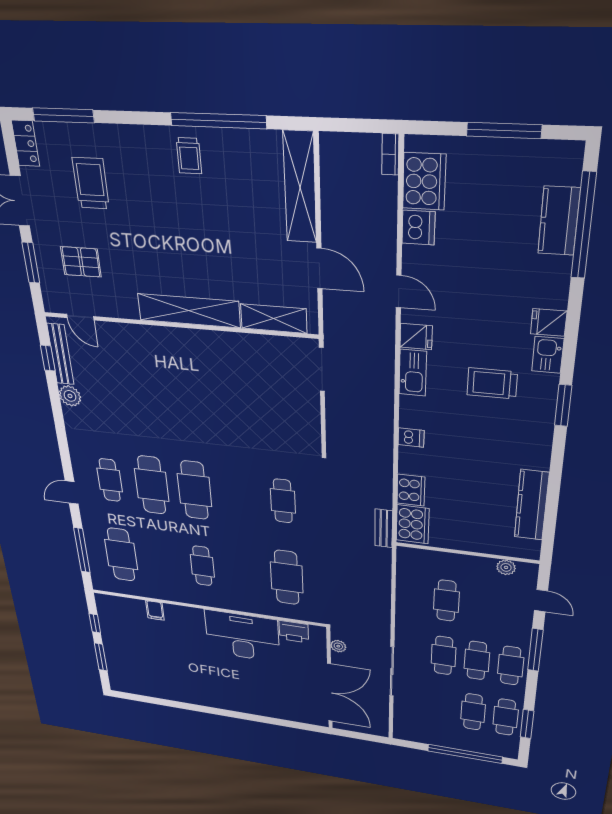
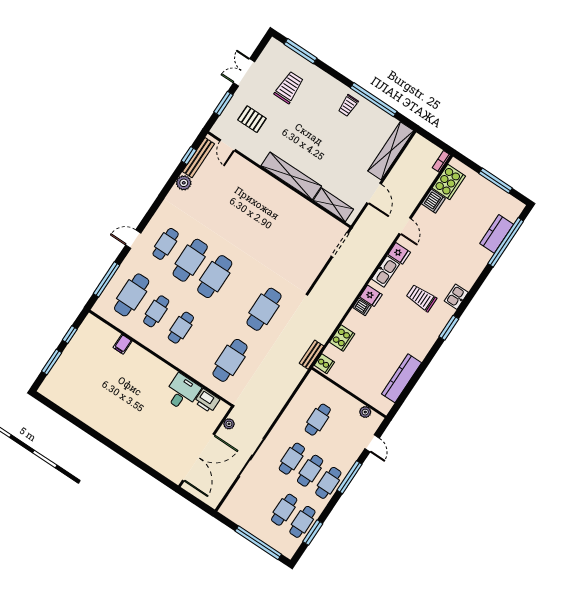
locker: (26, 143) -> (270, 50), removed
fridge: (549, 323) -> (371, 296), moved, turned 180
cafe table: (283, 501) -> (264, 309), width x1.37, depth x1.35
cooker: (413, 524) -> (324, 364), width x0.53, depth x0.76
cafe table: (161, 560) -> (156, 311), added
desk: (242, 636) -> (182, 392), width x0.53, depth x0.77

